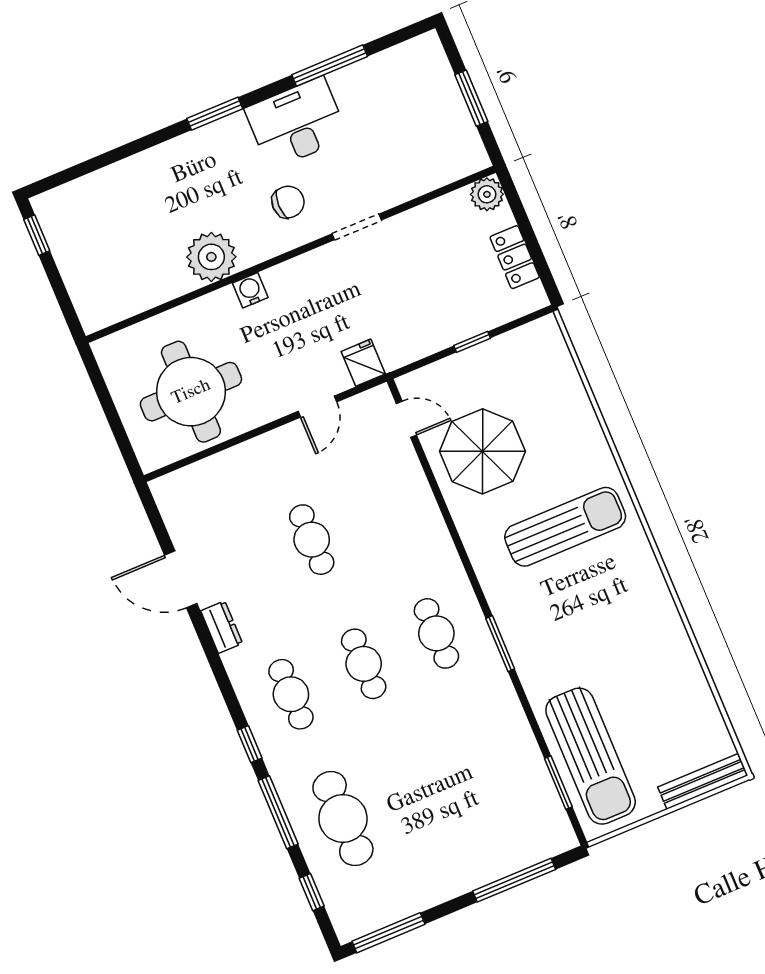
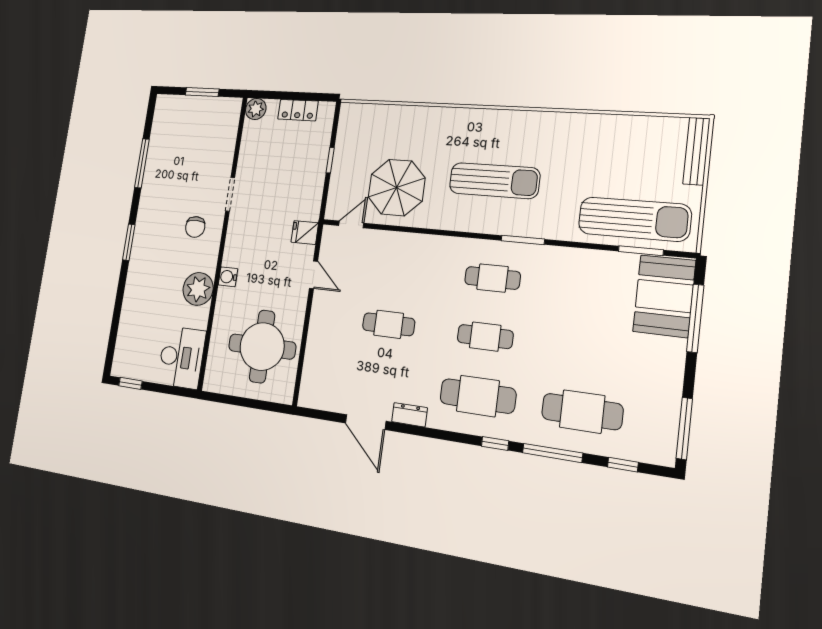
desk: (297, 123) -> (181, 357), moved, turned 180
chair: (288, 202) -> (195, 227), turned 180
sun lounger: (565, 527) -> (494, 181), moved, turned 90
door: (181, 579) -> (366, 422), hinge flipped
cafe table: (291, 694) -> (478, 396), width x1.37, depth x1.35
booth: (521, 835) -> (664, 296), added

